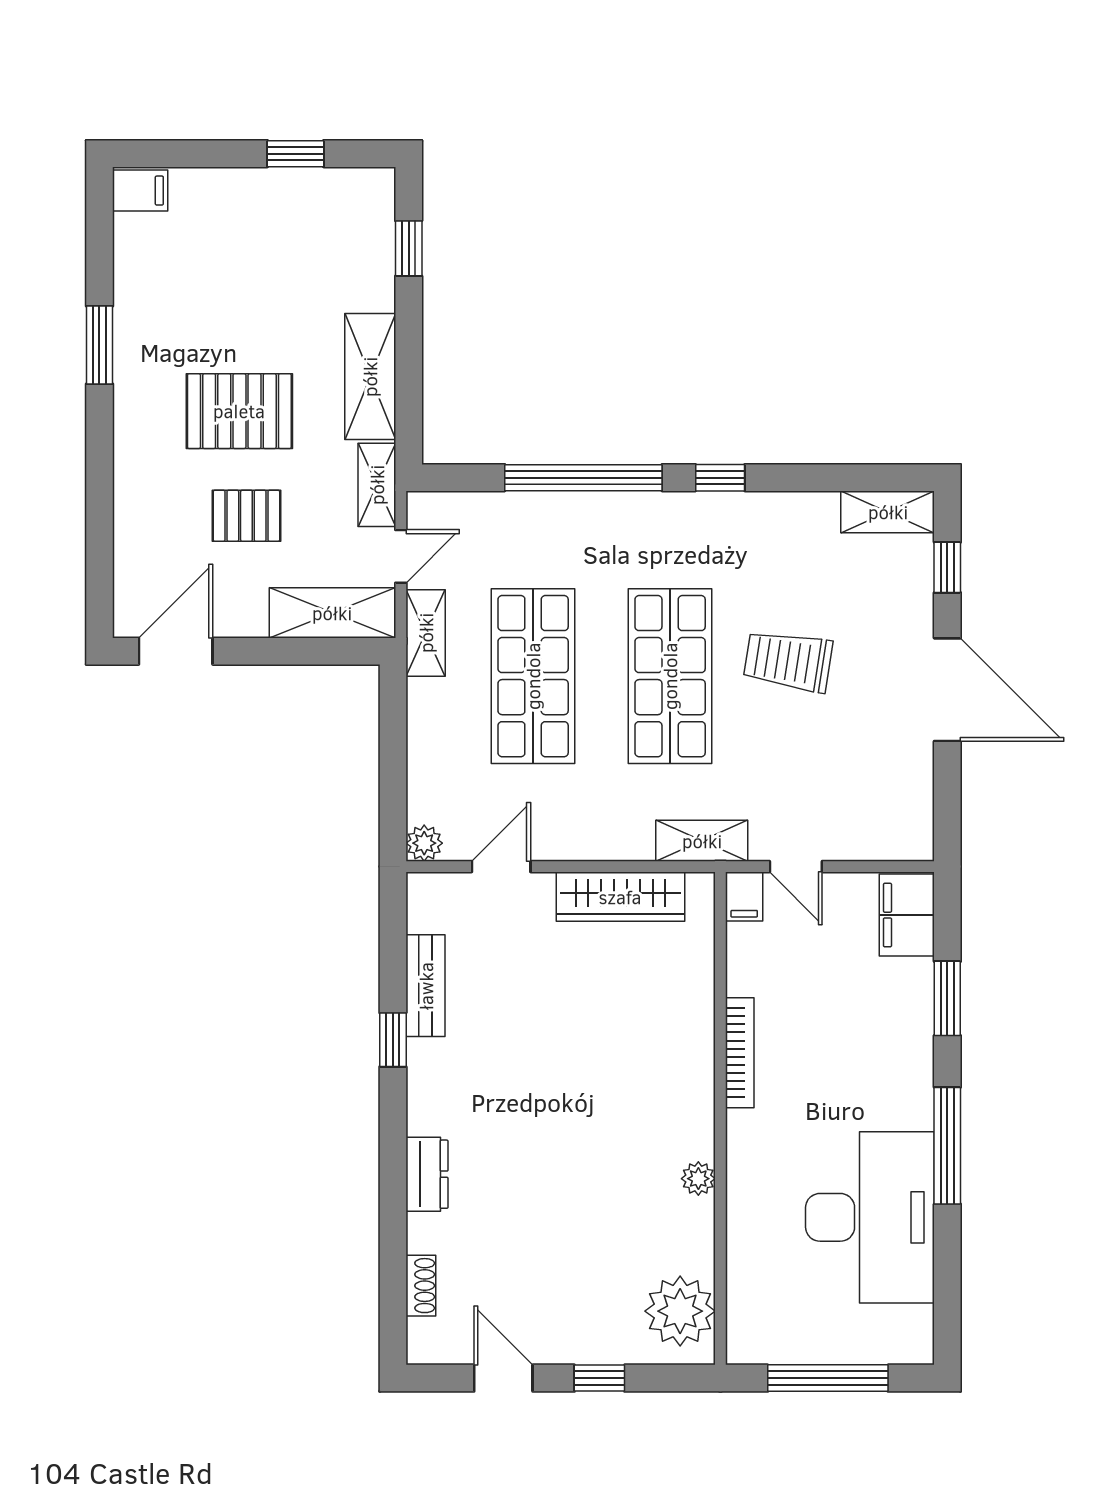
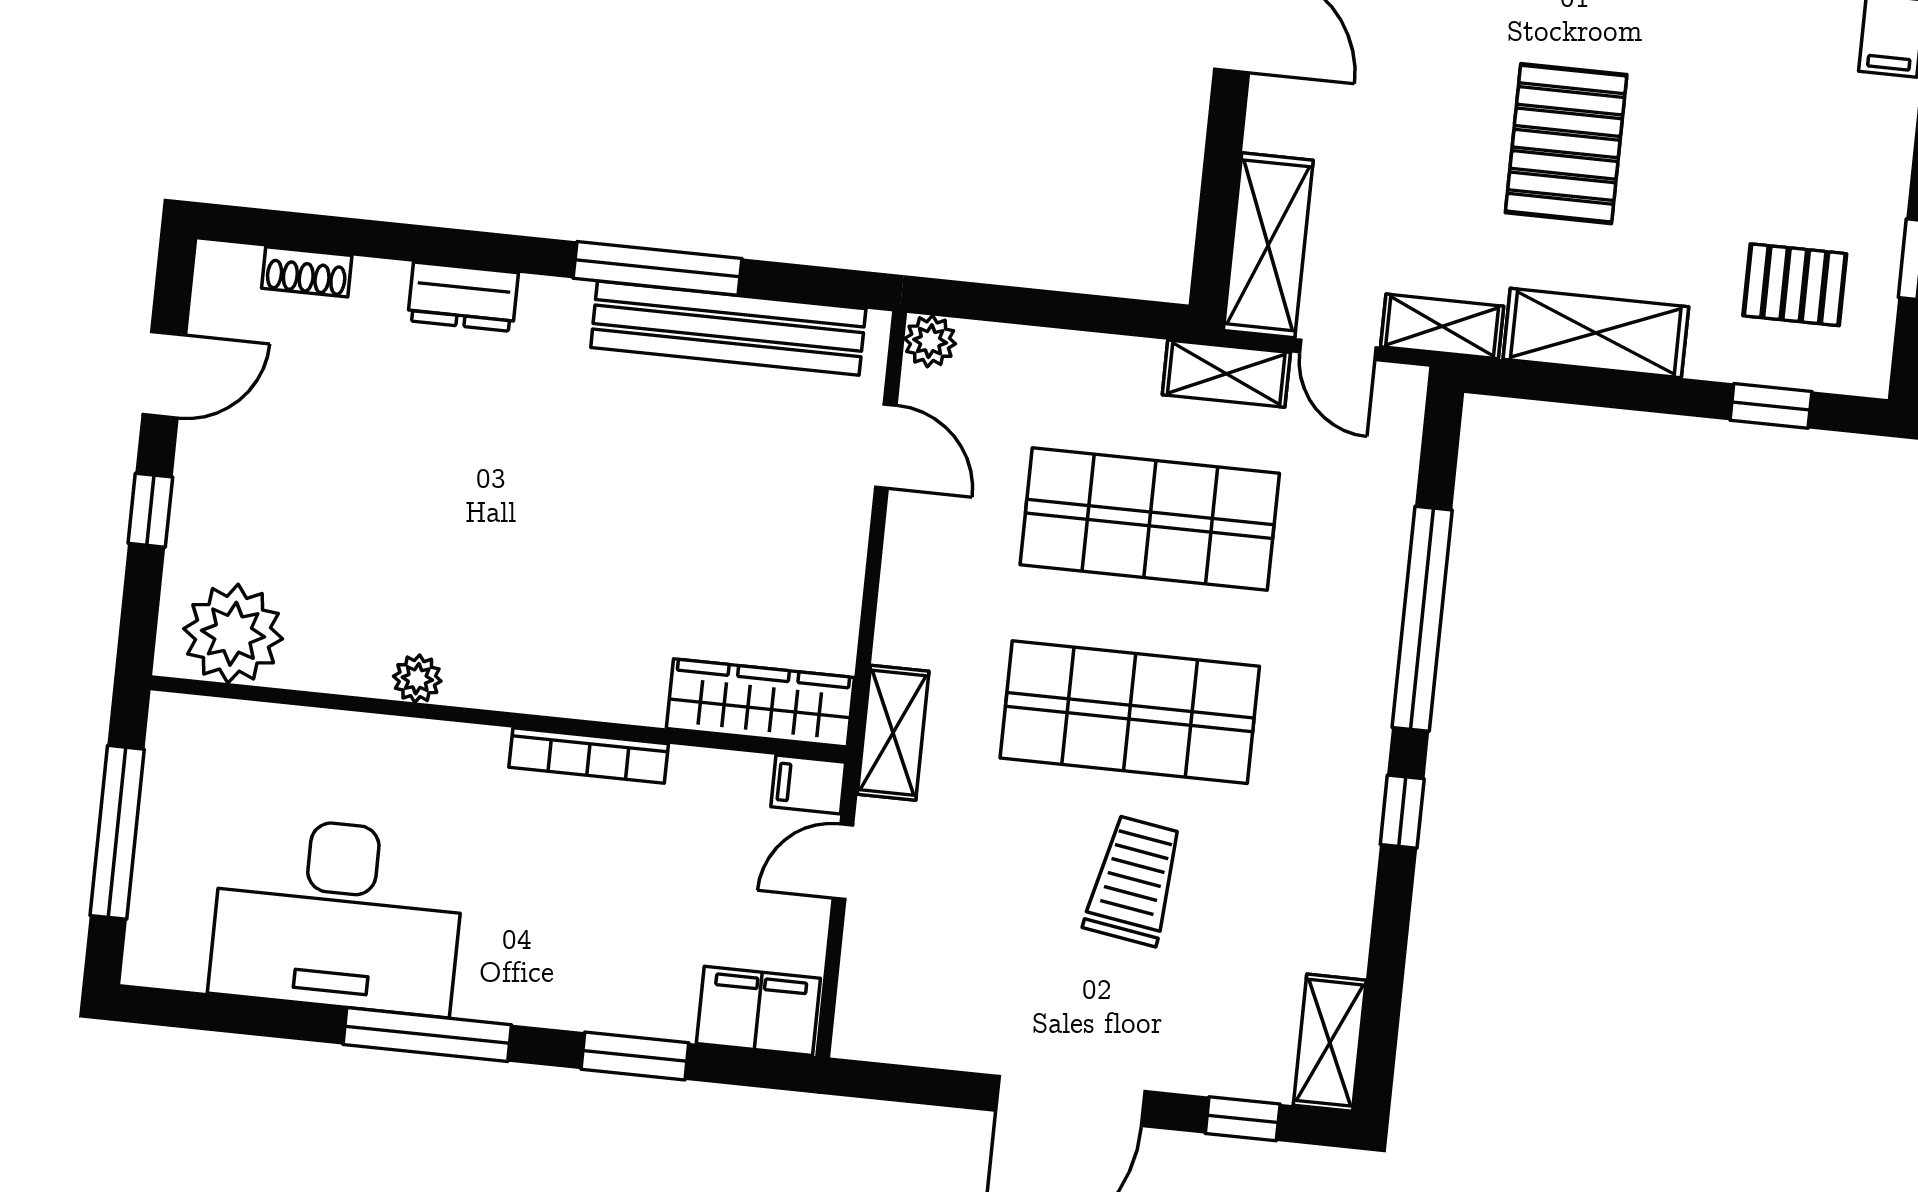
pallet: (246, 516) -> (1795, 285), moved, turned 90
wardrobe: (620, 897) -> (760, 703), moved, turned 90
bench: (426, 986) -> (728, 328), width x1.86, depth x1.21
window: (393, 1040) -> (657, 268), width x2.17

